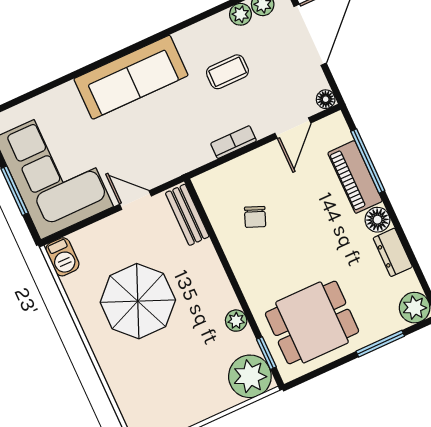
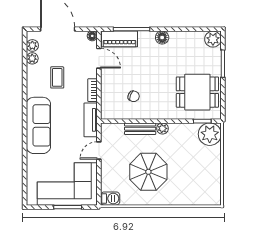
tv unit: (181, 162) -> (91, 120), added
piano: (355, 177) -> (120, 39), moved
bench: (187, 215) -> (140, 129), moved
dresser: (393, 252) -> (181, 37), removed
plant: (236, 321) -> (162, 128), moved
dining table: (312, 322) -> (197, 92), turned 90

